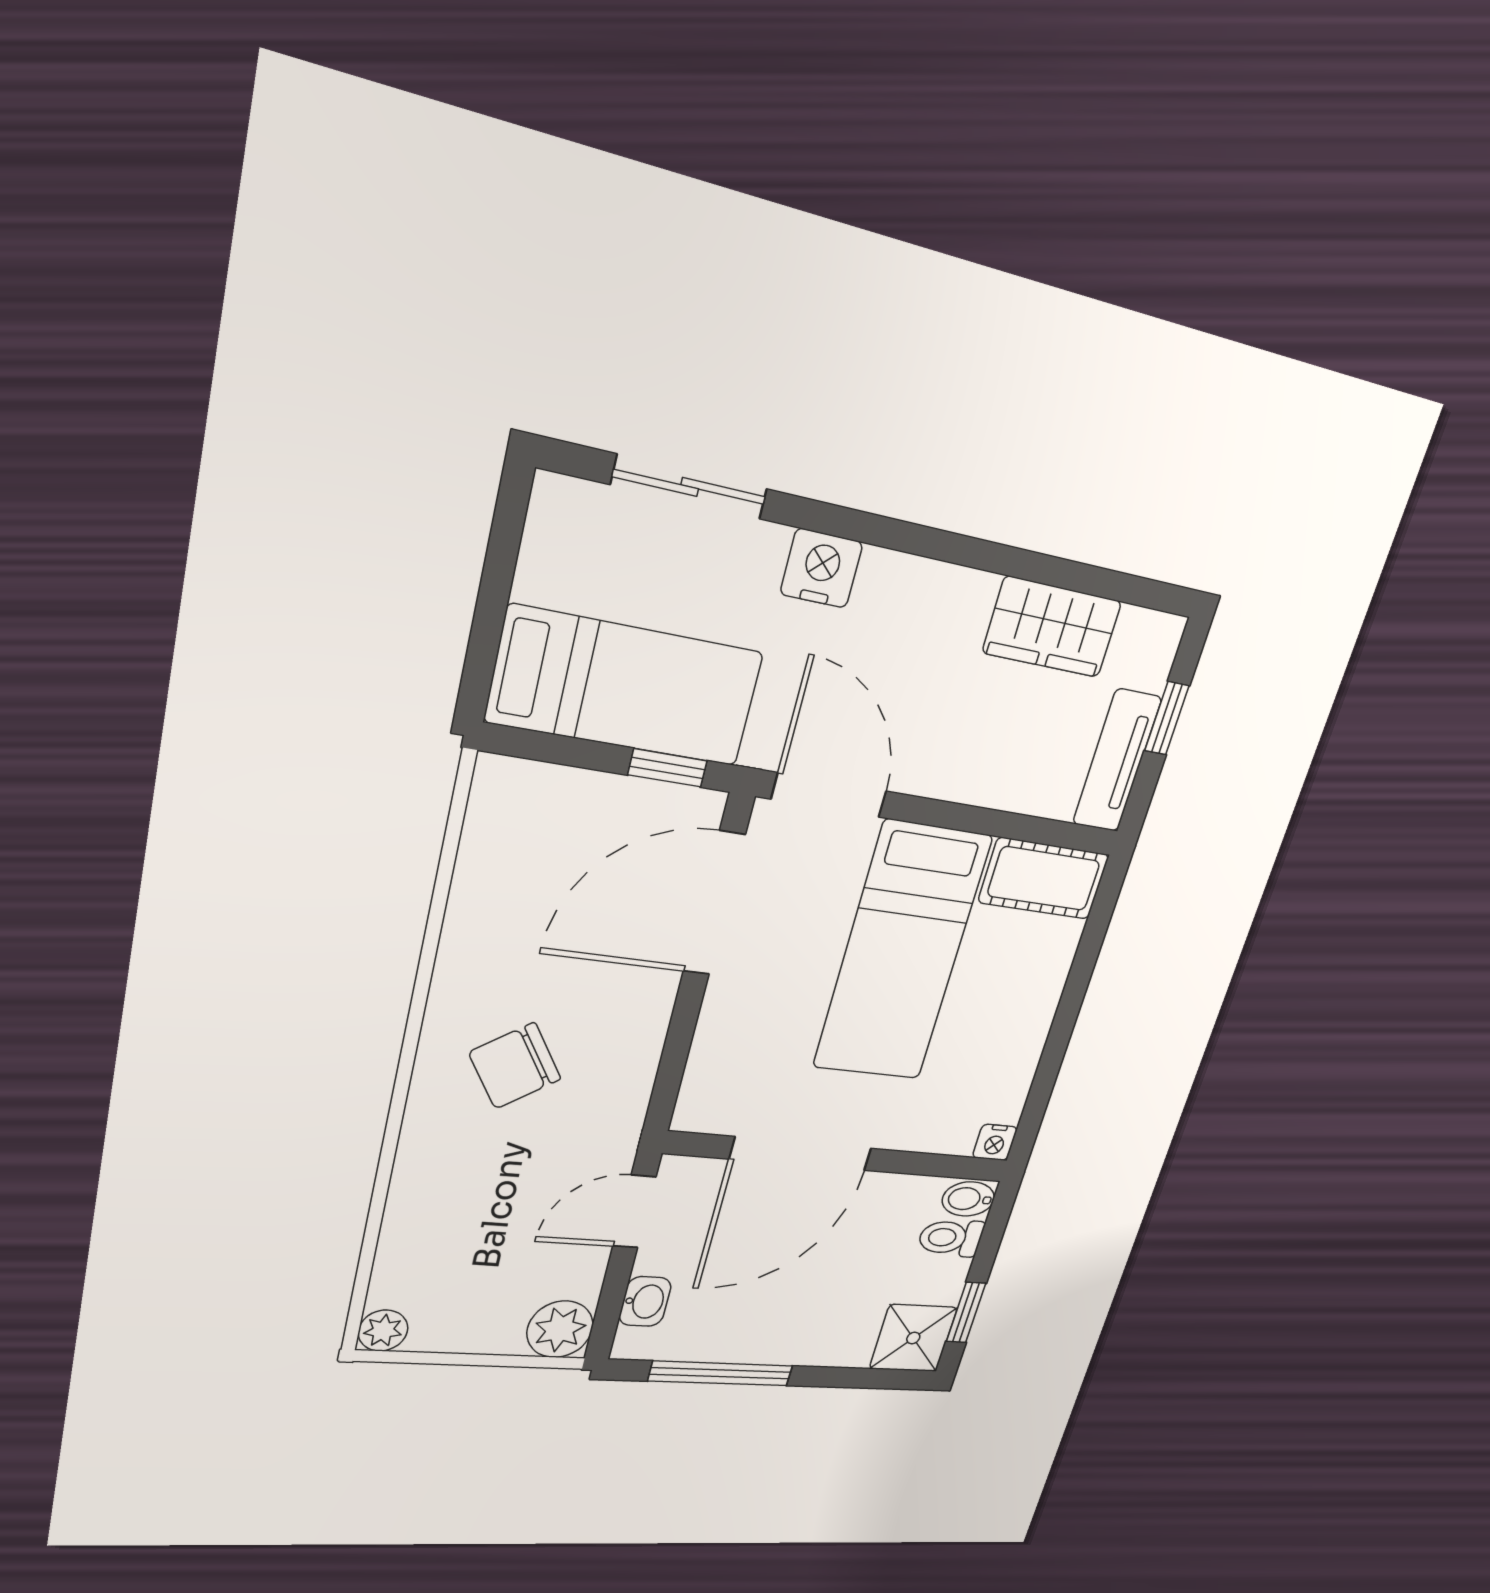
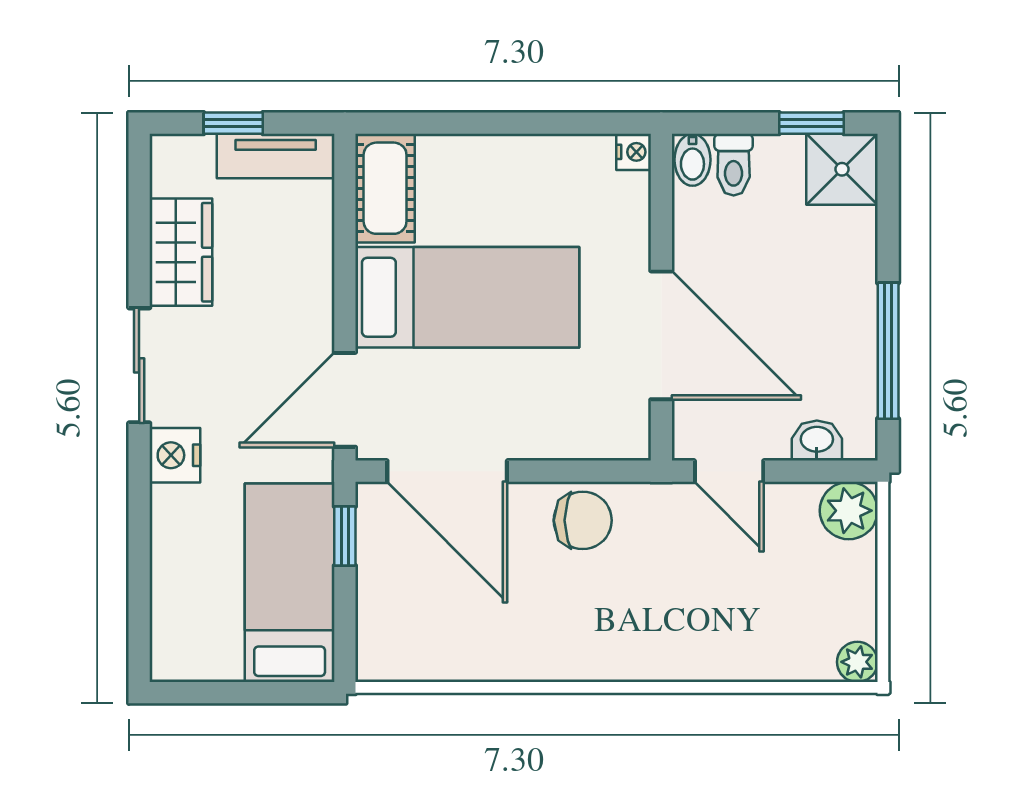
sliding door: (690, 487) -> (139, 365), moved
chair: (515, 1066) -> (583, 520), moved, turned -56

